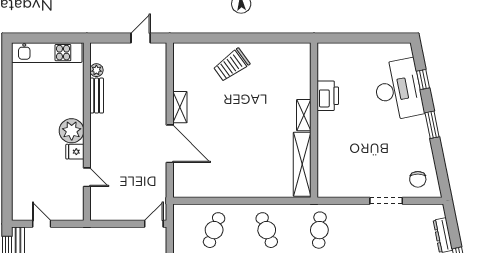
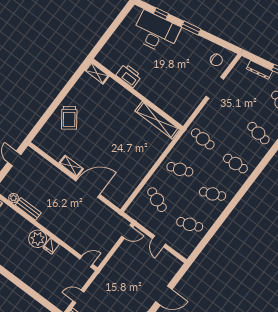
shelving: (304, 115) -> (97, 73), moved
door: (87, 177) -> (86, 262), moved
door: (154, 224) -> (127, 232), swing flipped

